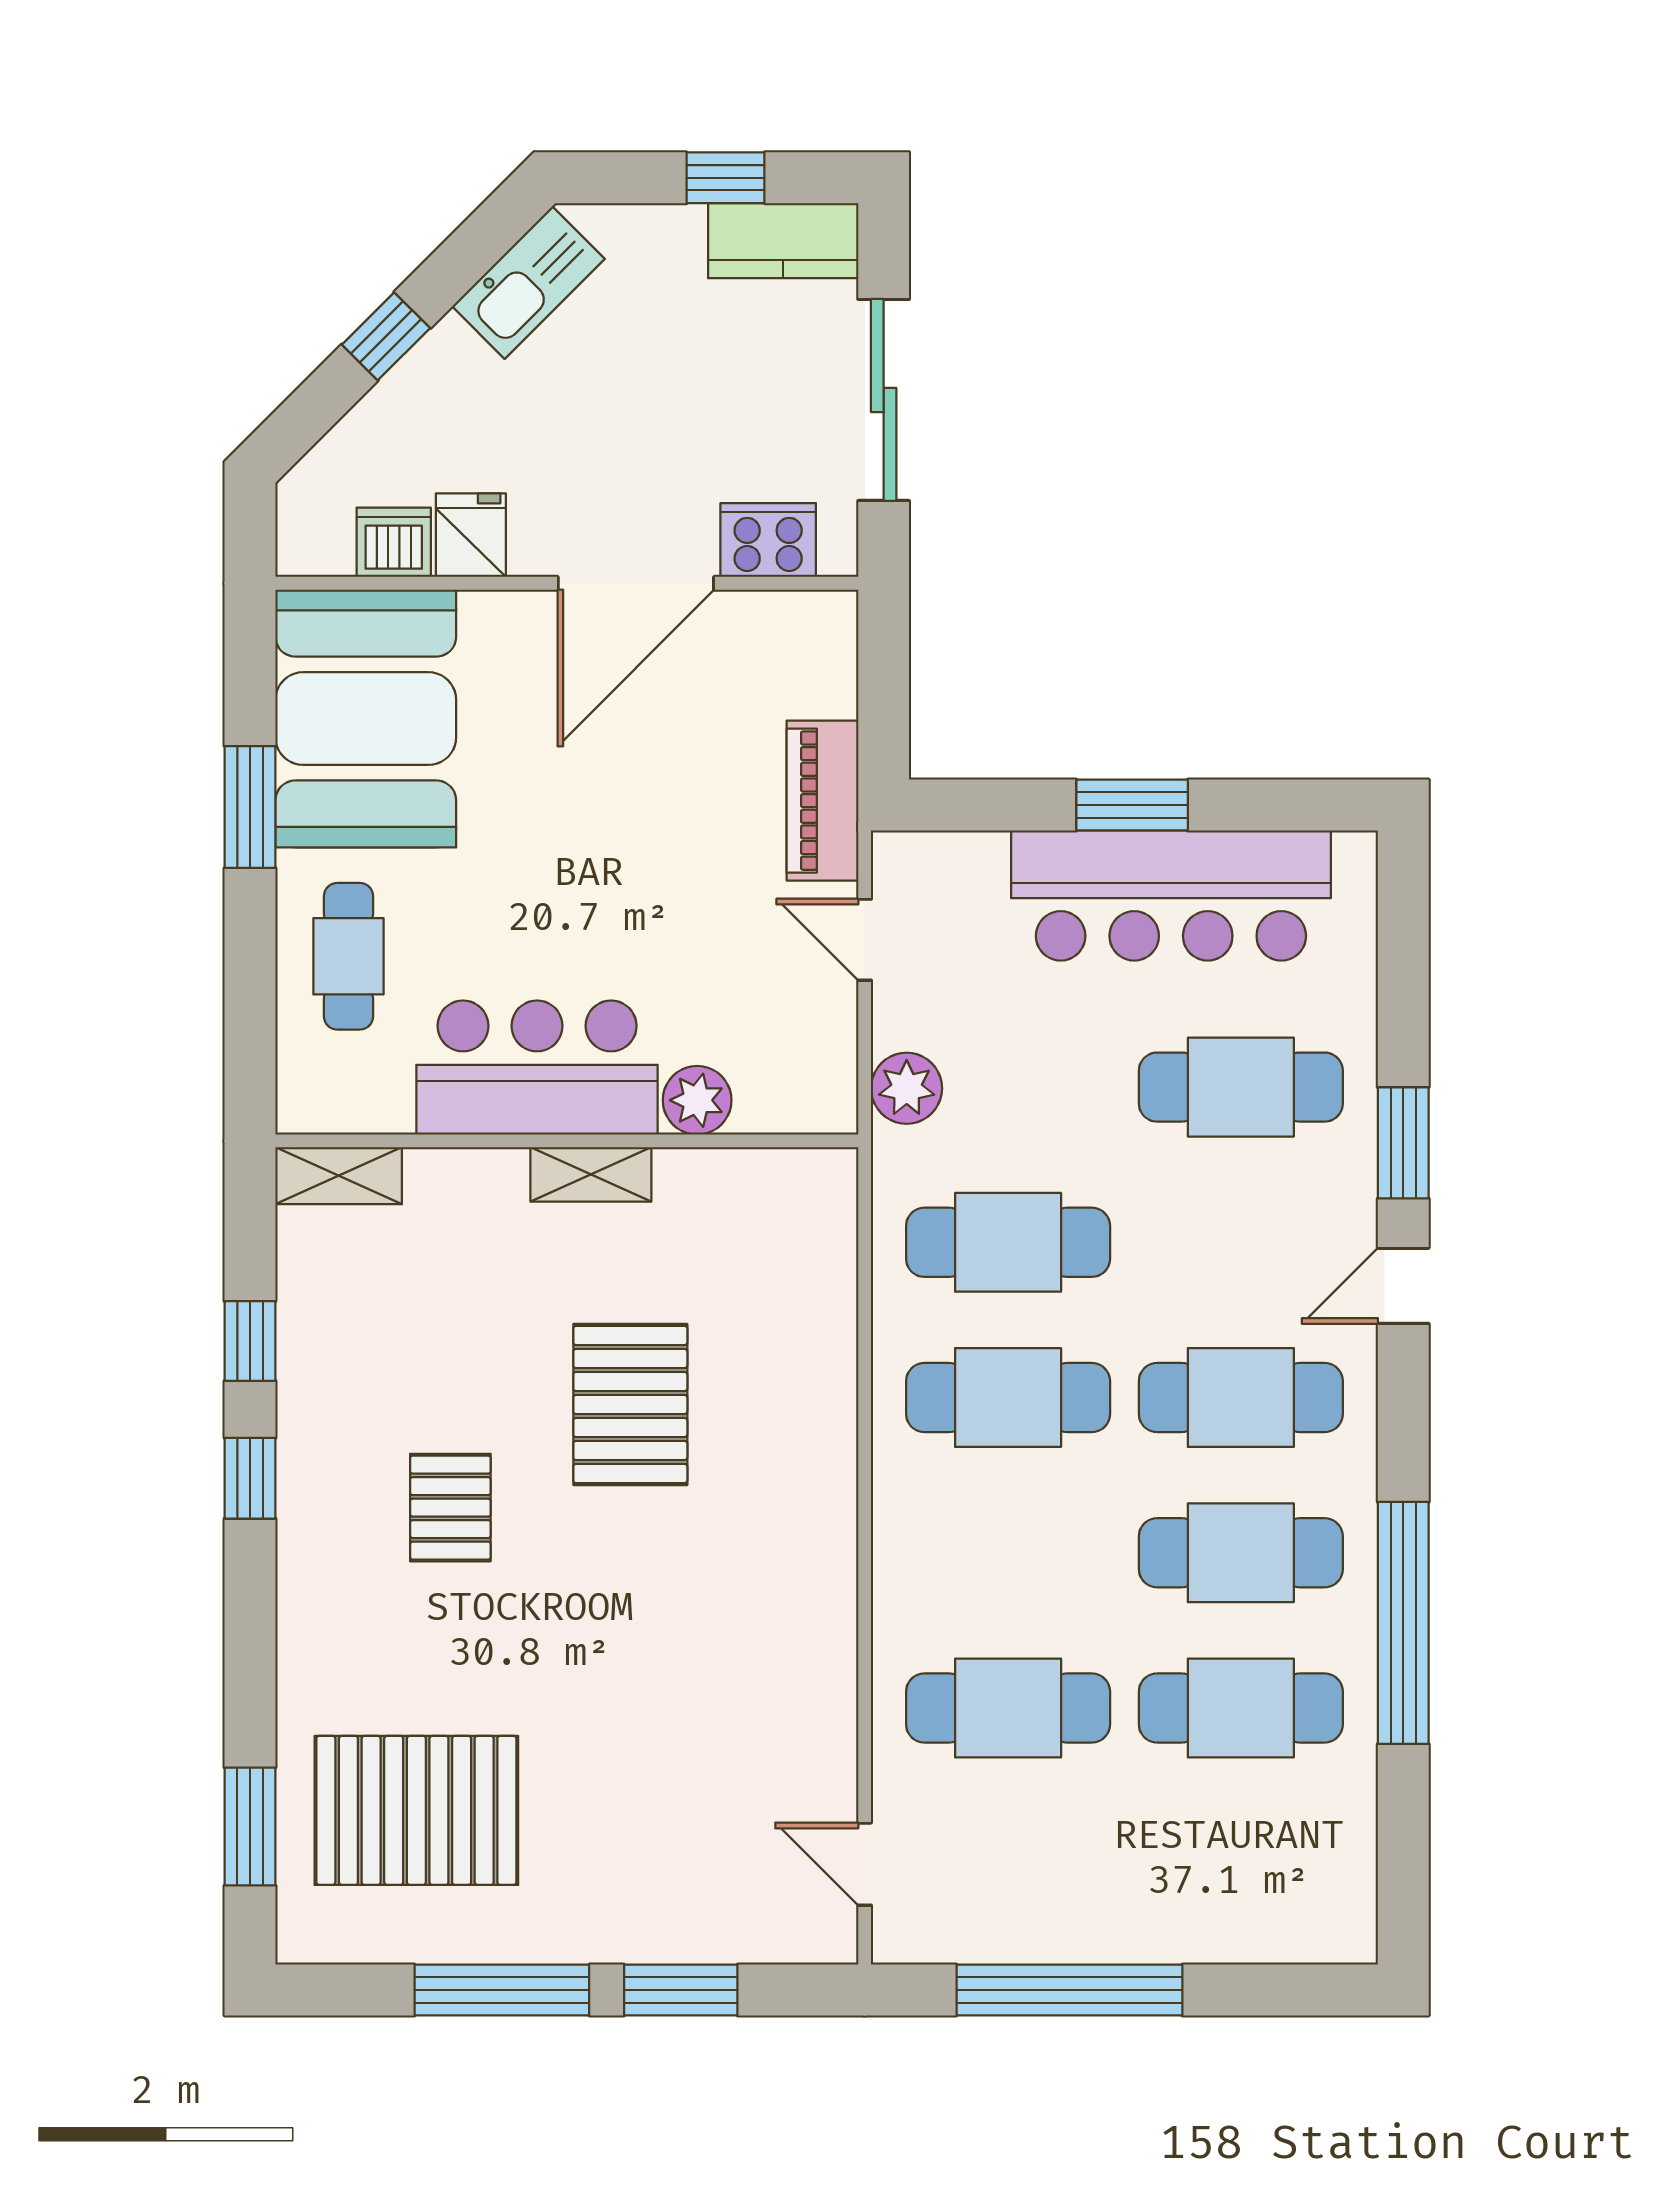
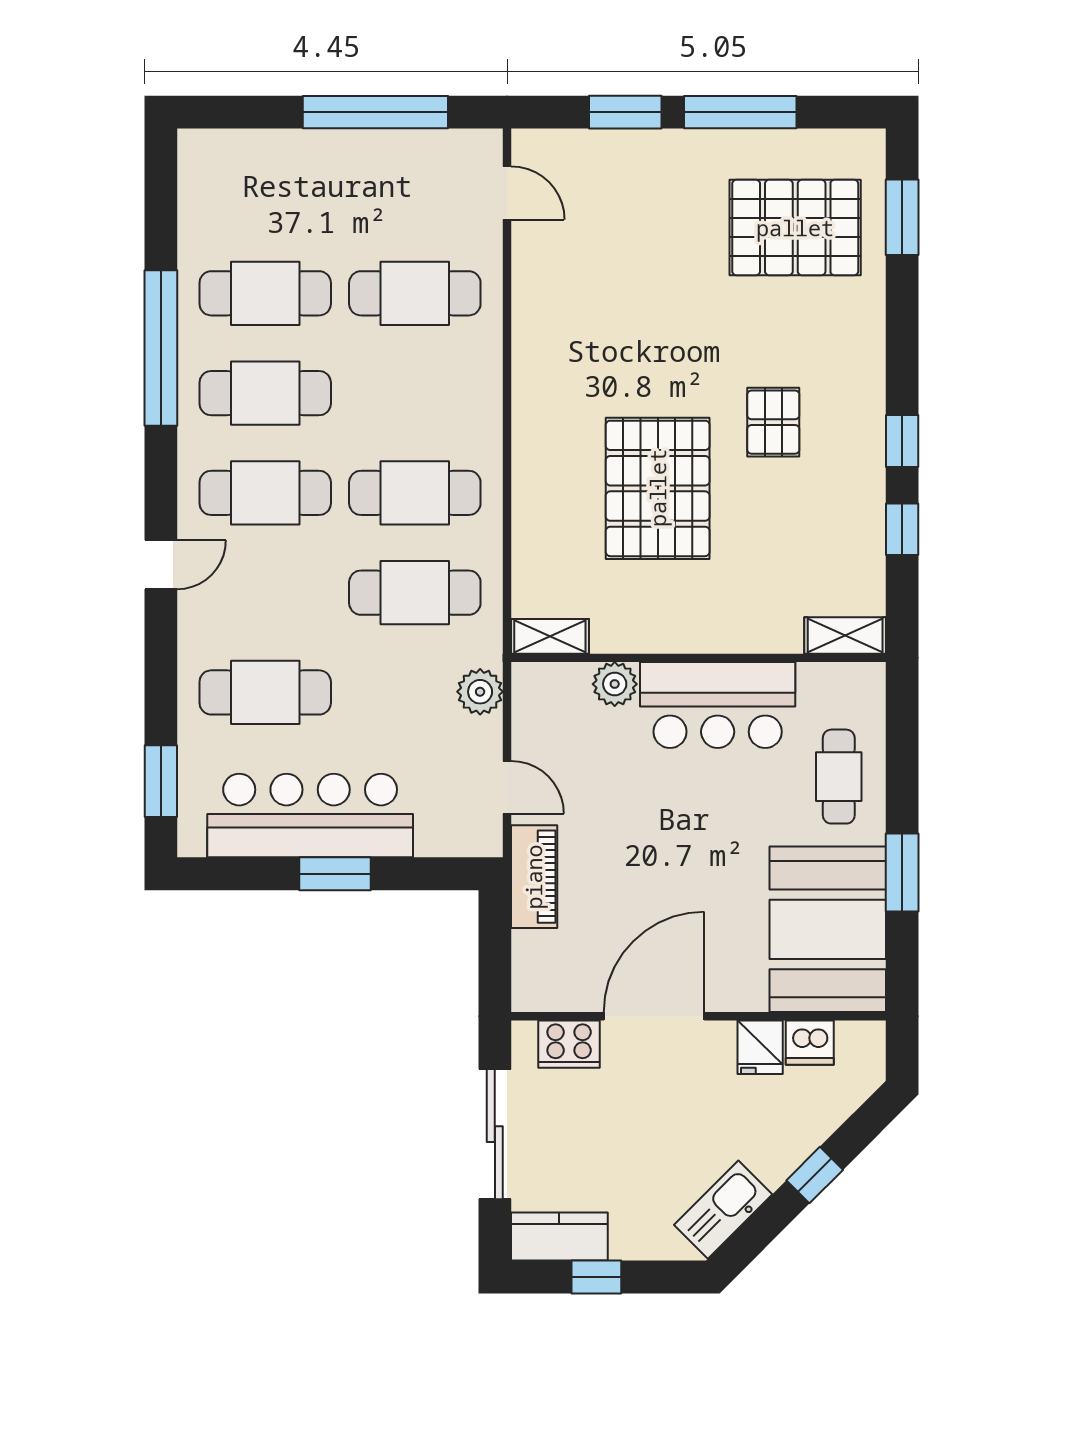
window: (1403, 1143) -> (161, 781), moved
shelving: (591, 1174) -> (550, 636), moved
pallet: (630, 1405) -> (658, 488), width x1.37, depth x1.41

